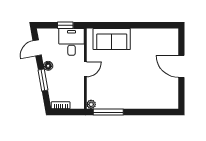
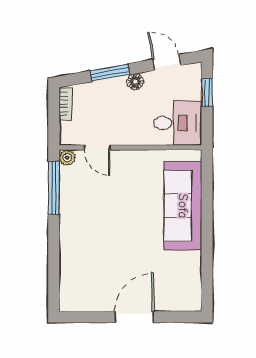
window: (65, 25) -> (207, 93), moved
sofa: (112, 39) -> (183, 206), width x1.36
door: (85, 69) -> (97, 147), moved

